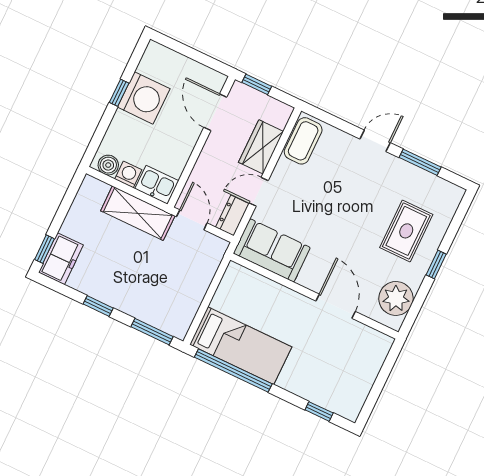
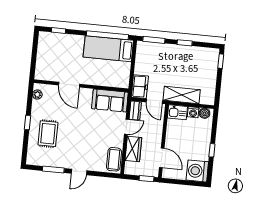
washing machine: (144, 98) -> (197, 171), moved
freezer: (61, 259) -> (140, 87), moved, turned 180
plant: (396, 298) -> (37, 94), width x0.53, depth x0.53

